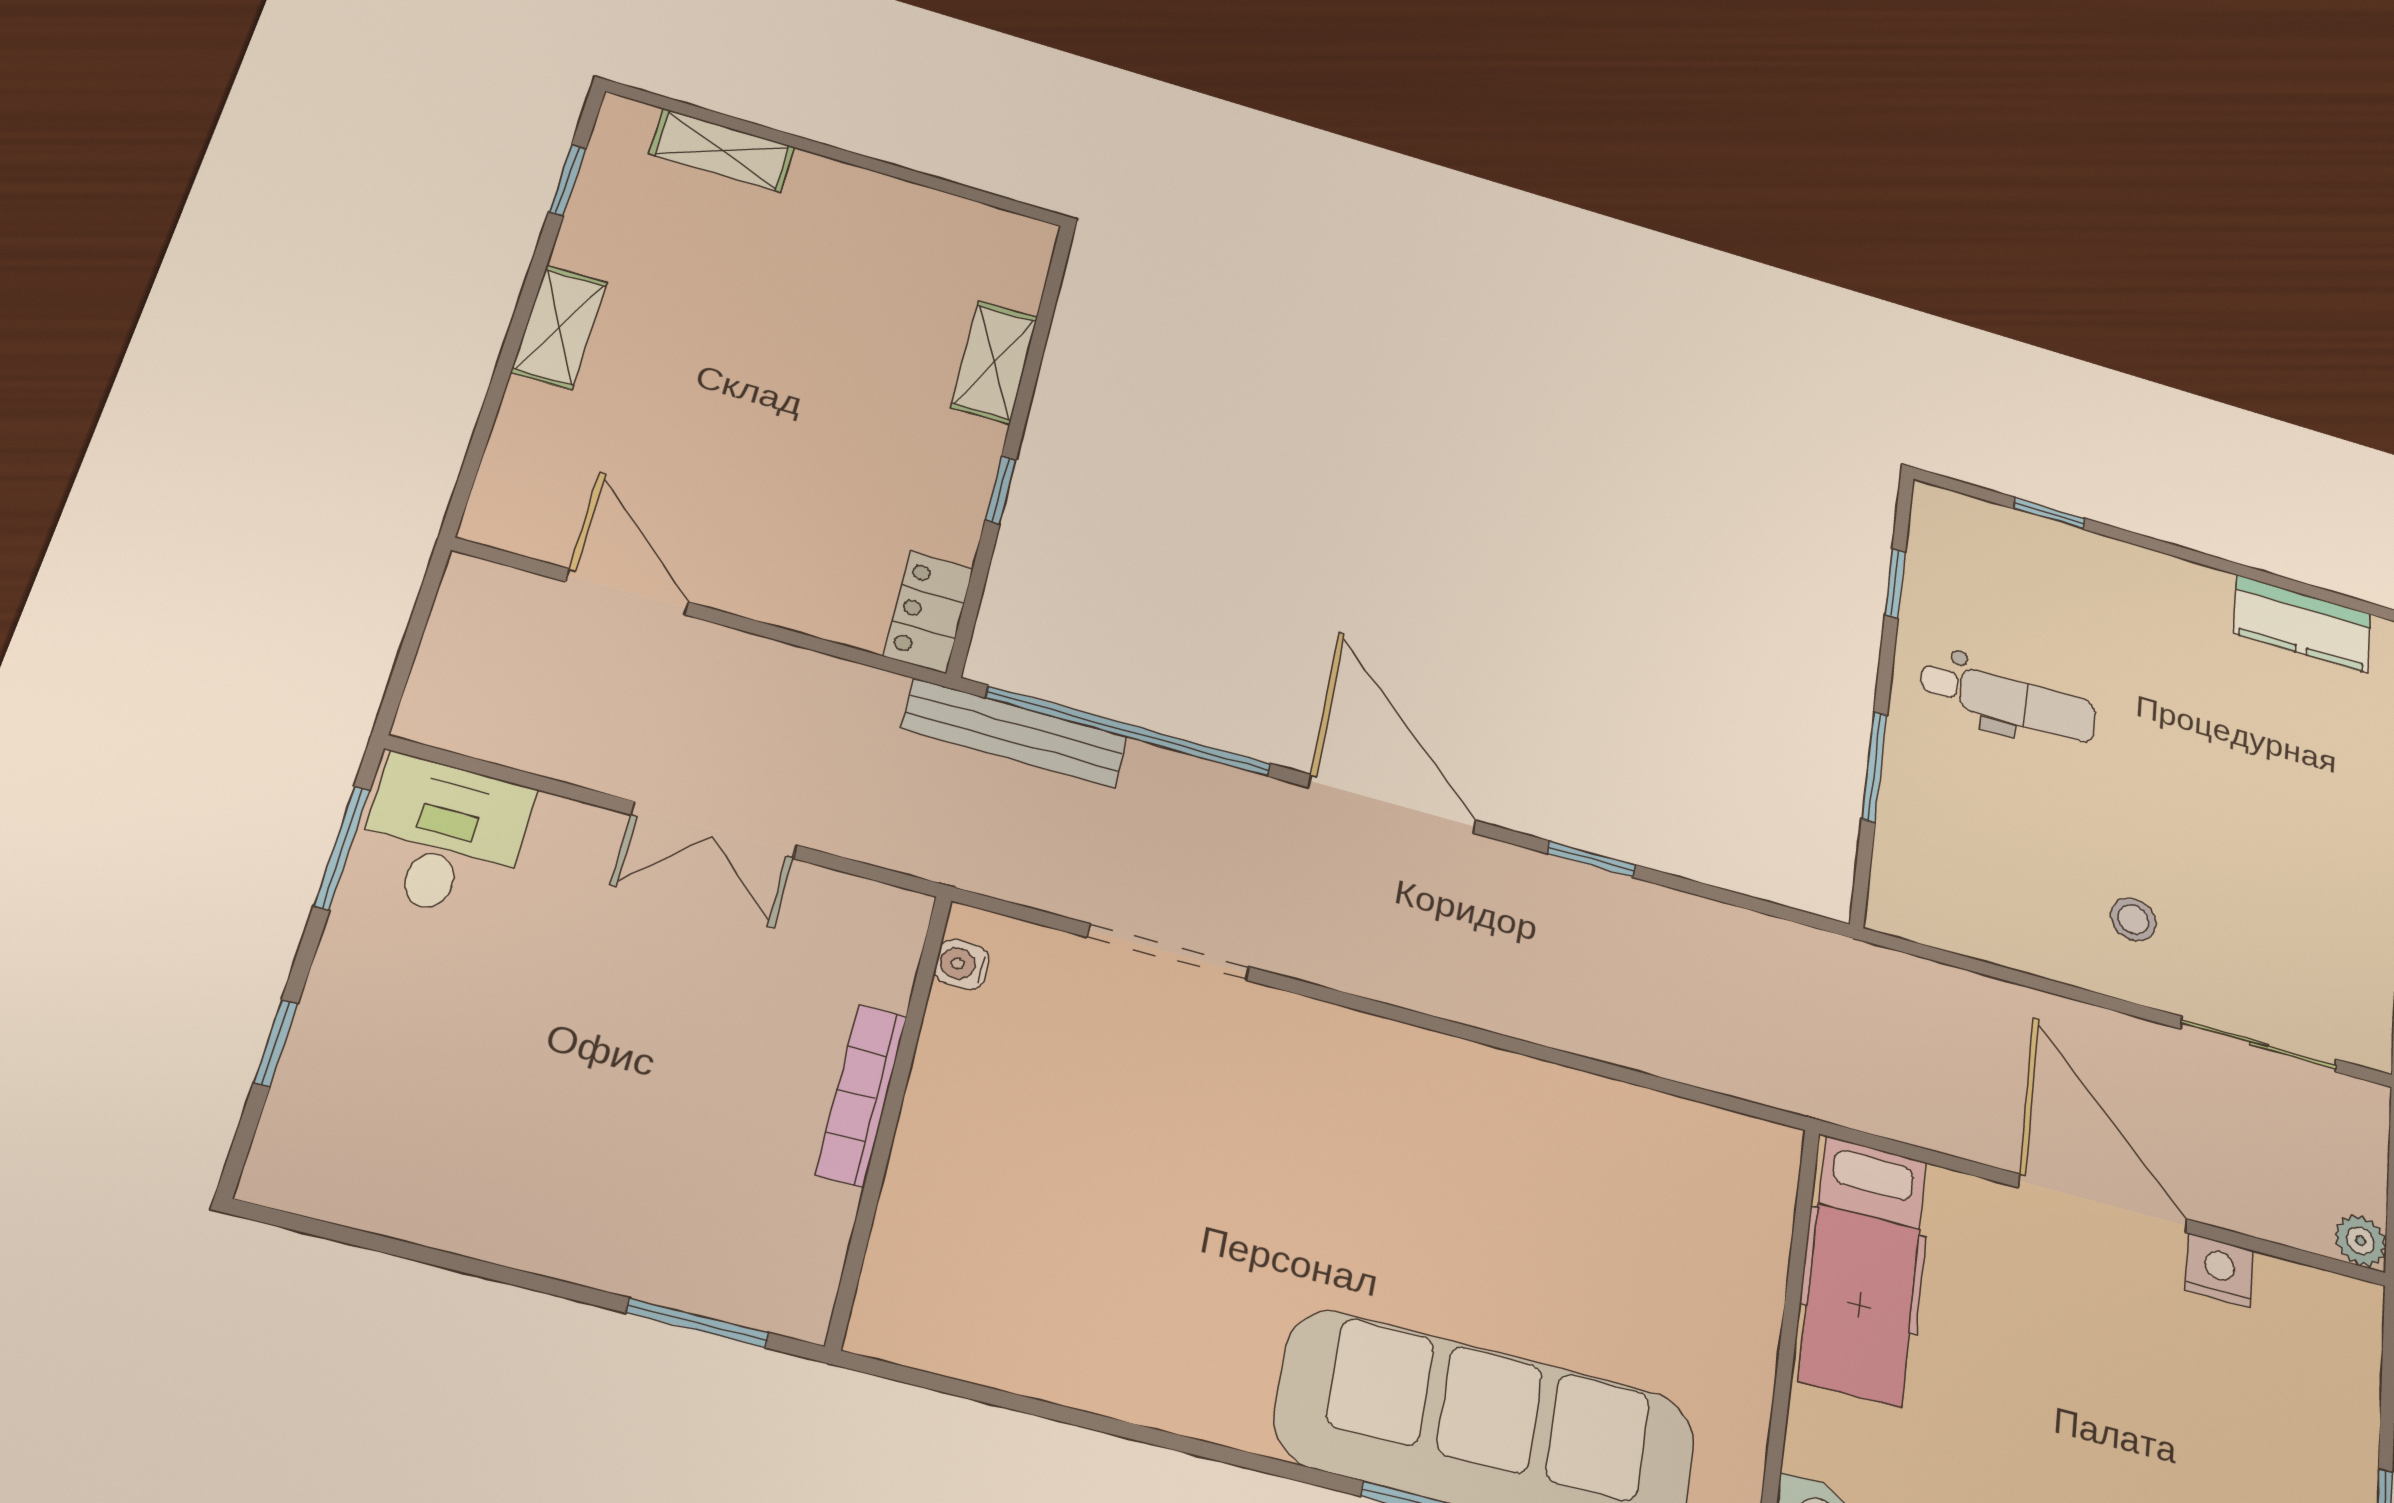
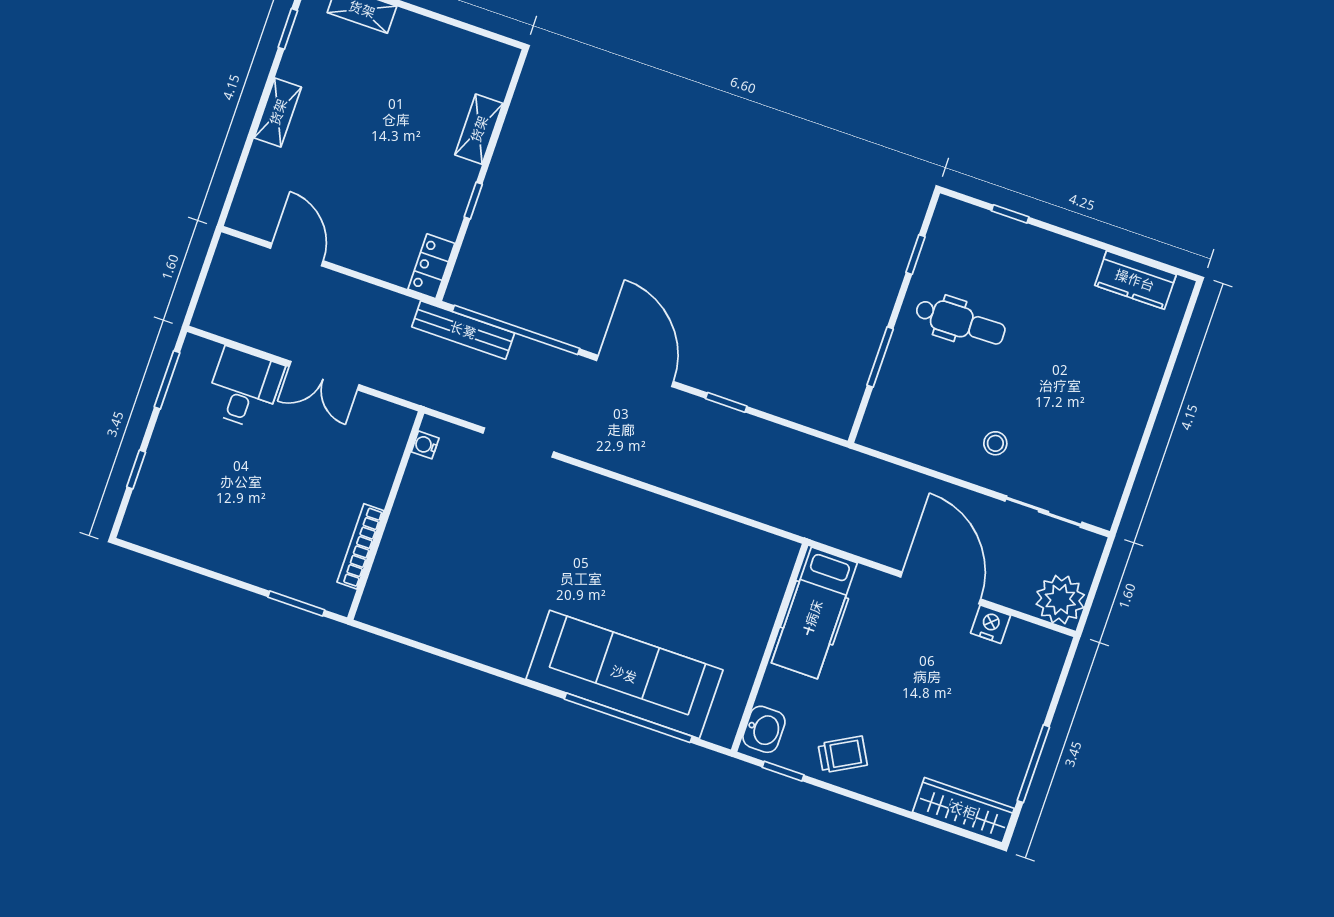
desk: (443, 838) -> (244, 388), moved
bookcase: (861, 1095) -> (360, 546), moved
plant: (2360, 1241) -> (1060, 600), width x1.87, depth x1.87

